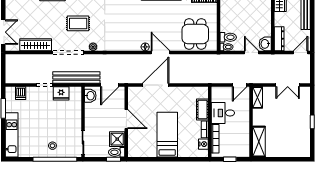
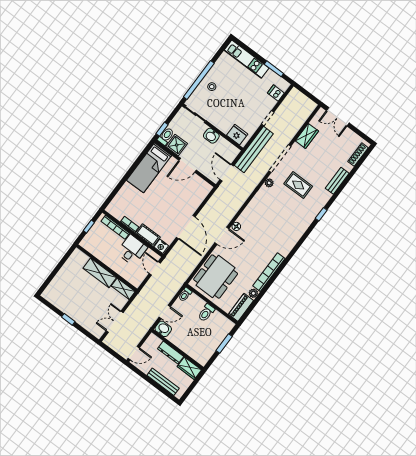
rug: (78, 23) -> (298, 185), turned 90
dining table: (195, 34) -> (216, 277), width x1.38
toilet: (228, 37) -> (206, 313), moved
dresser: (279, 39) -> (171, 353), moved
wardrobe: (36, 45) -> (307, 136), width x0.67
door: (301, 53) -> (134, 353), hinge flipped
door: (156, 85) -> (186, 227), moved
door: (240, 85) -> (155, 268), moved
fridge: (61, 93) -> (237, 135), moved, turned 90
washbasin: (90, 96) -> (211, 136), moved
bed: (167, 135) -> (149, 168), moved, turned 90
shelving: (259, 142) -> (100, 273), moved
nightstand: (203, 144) -> (161, 246), moved

